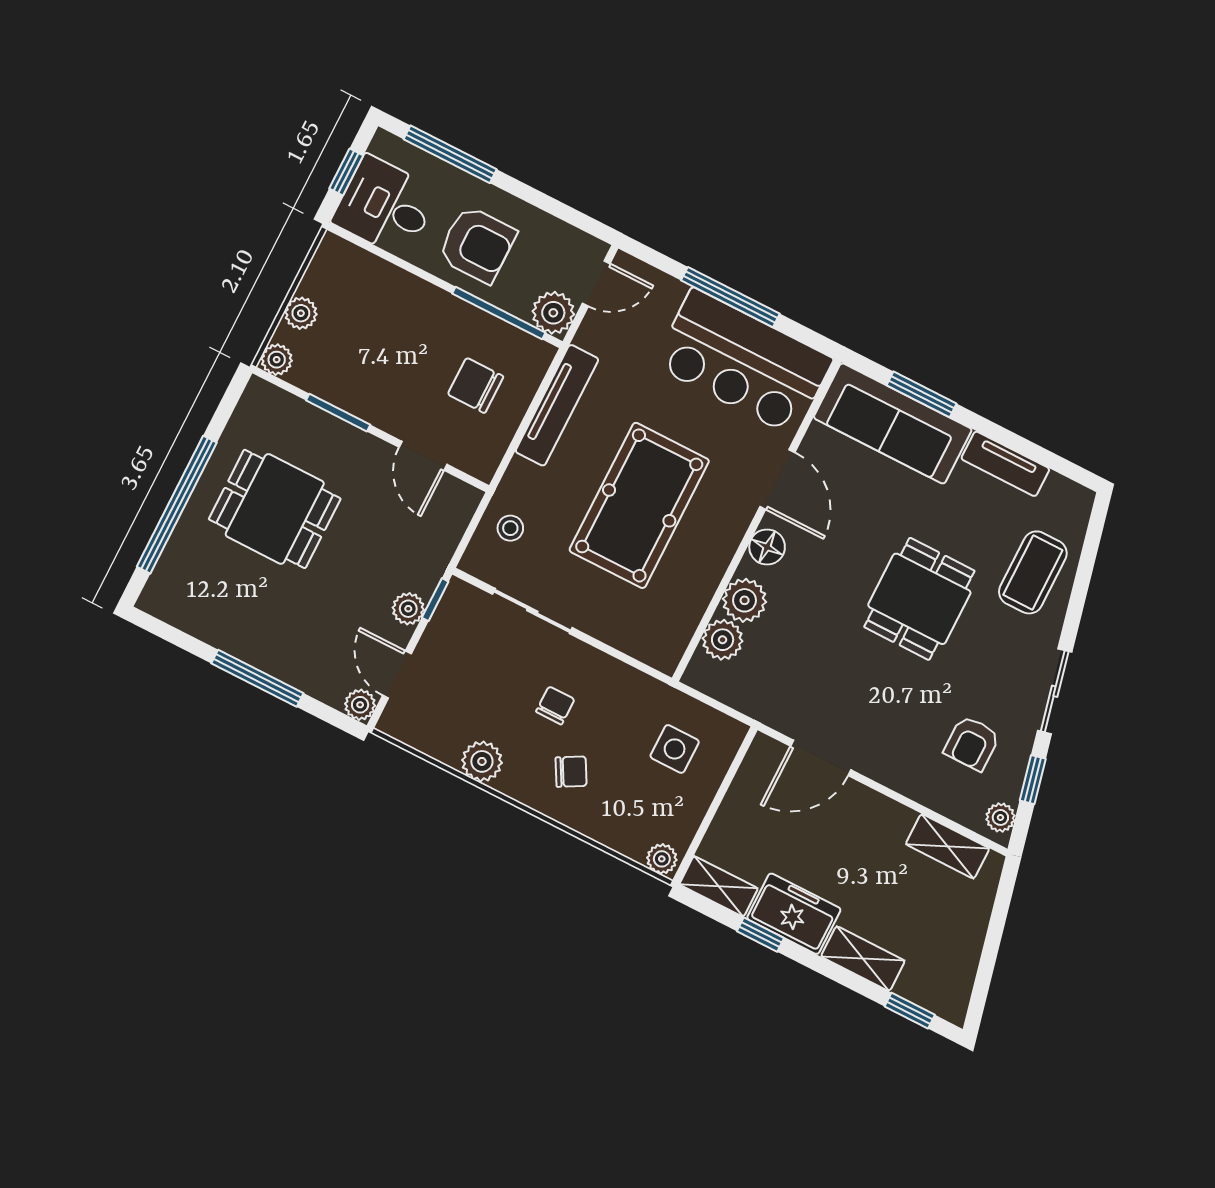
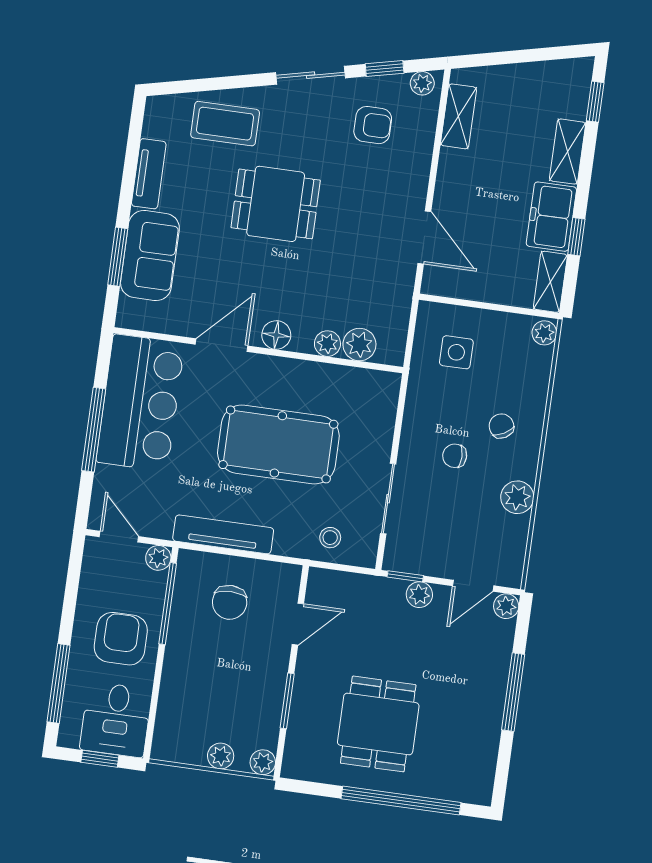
plant: (553, 313) -> (158, 558), width x0.73, depth x0.73
sofa: (893, 423) -> (150, 255), width x0.73
plant: (745, 600) -> (327, 344), width x0.73, depth x0.73

